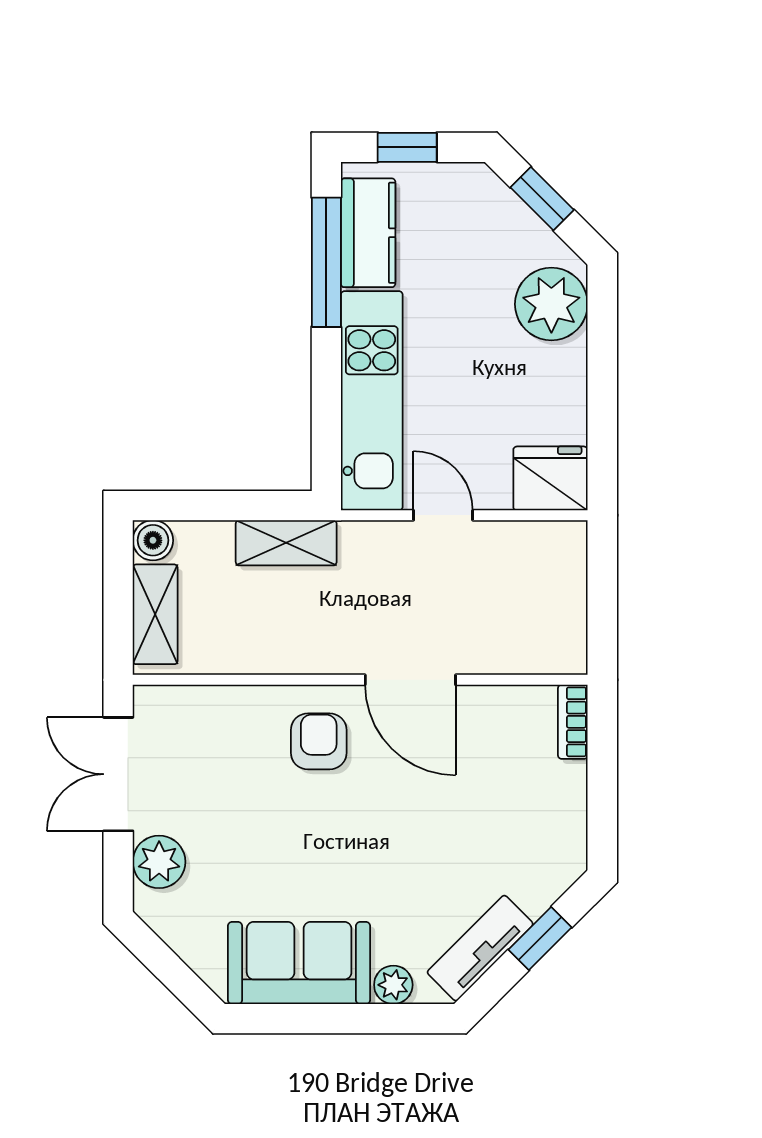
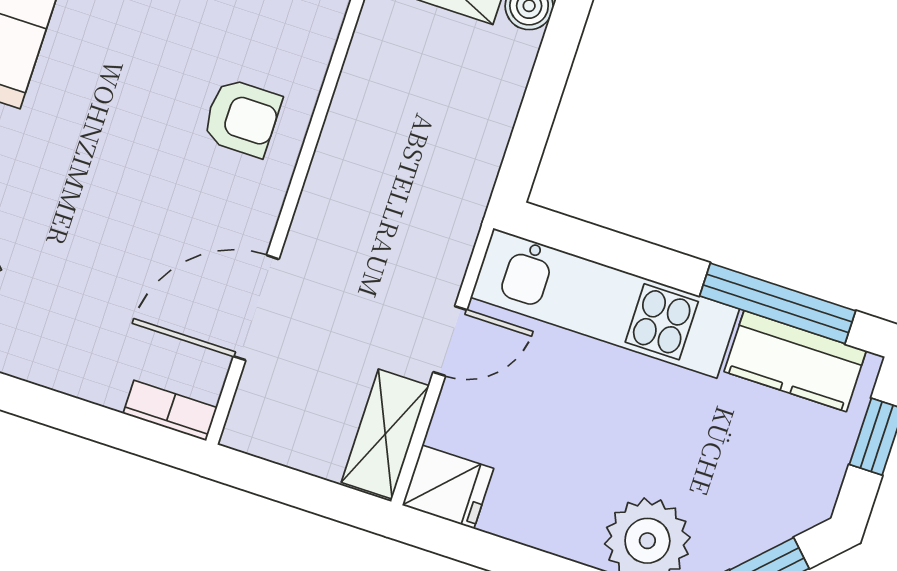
fridge: (550, 478) -> (448, 487), width x0.72
shelving: (286, 543) -> (385, 434), moved
door: (410, 680) -> (256, 308), moved

